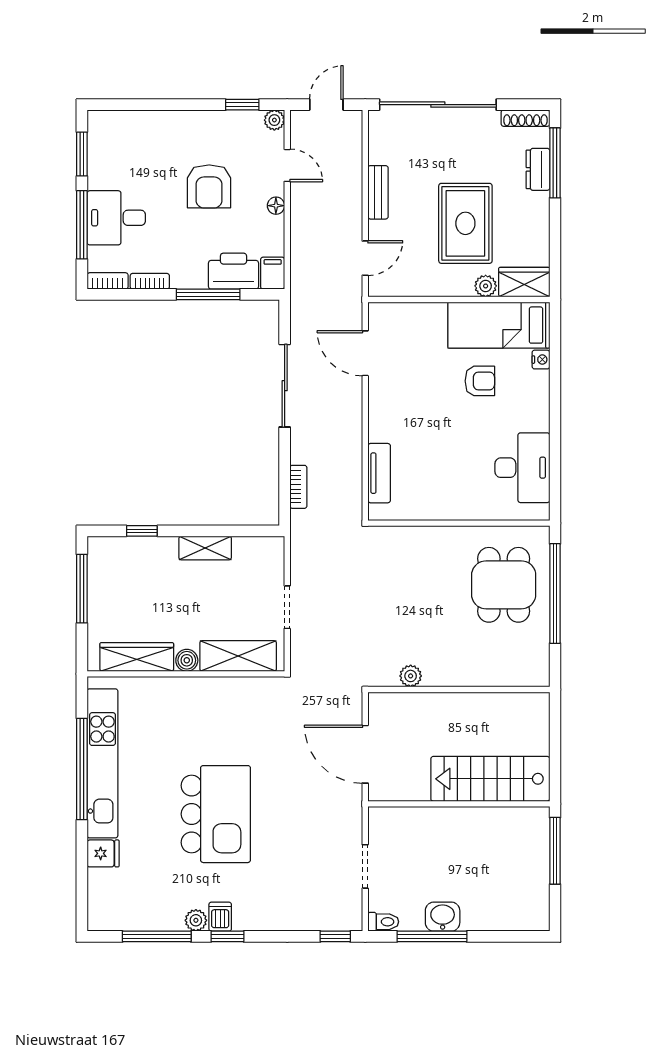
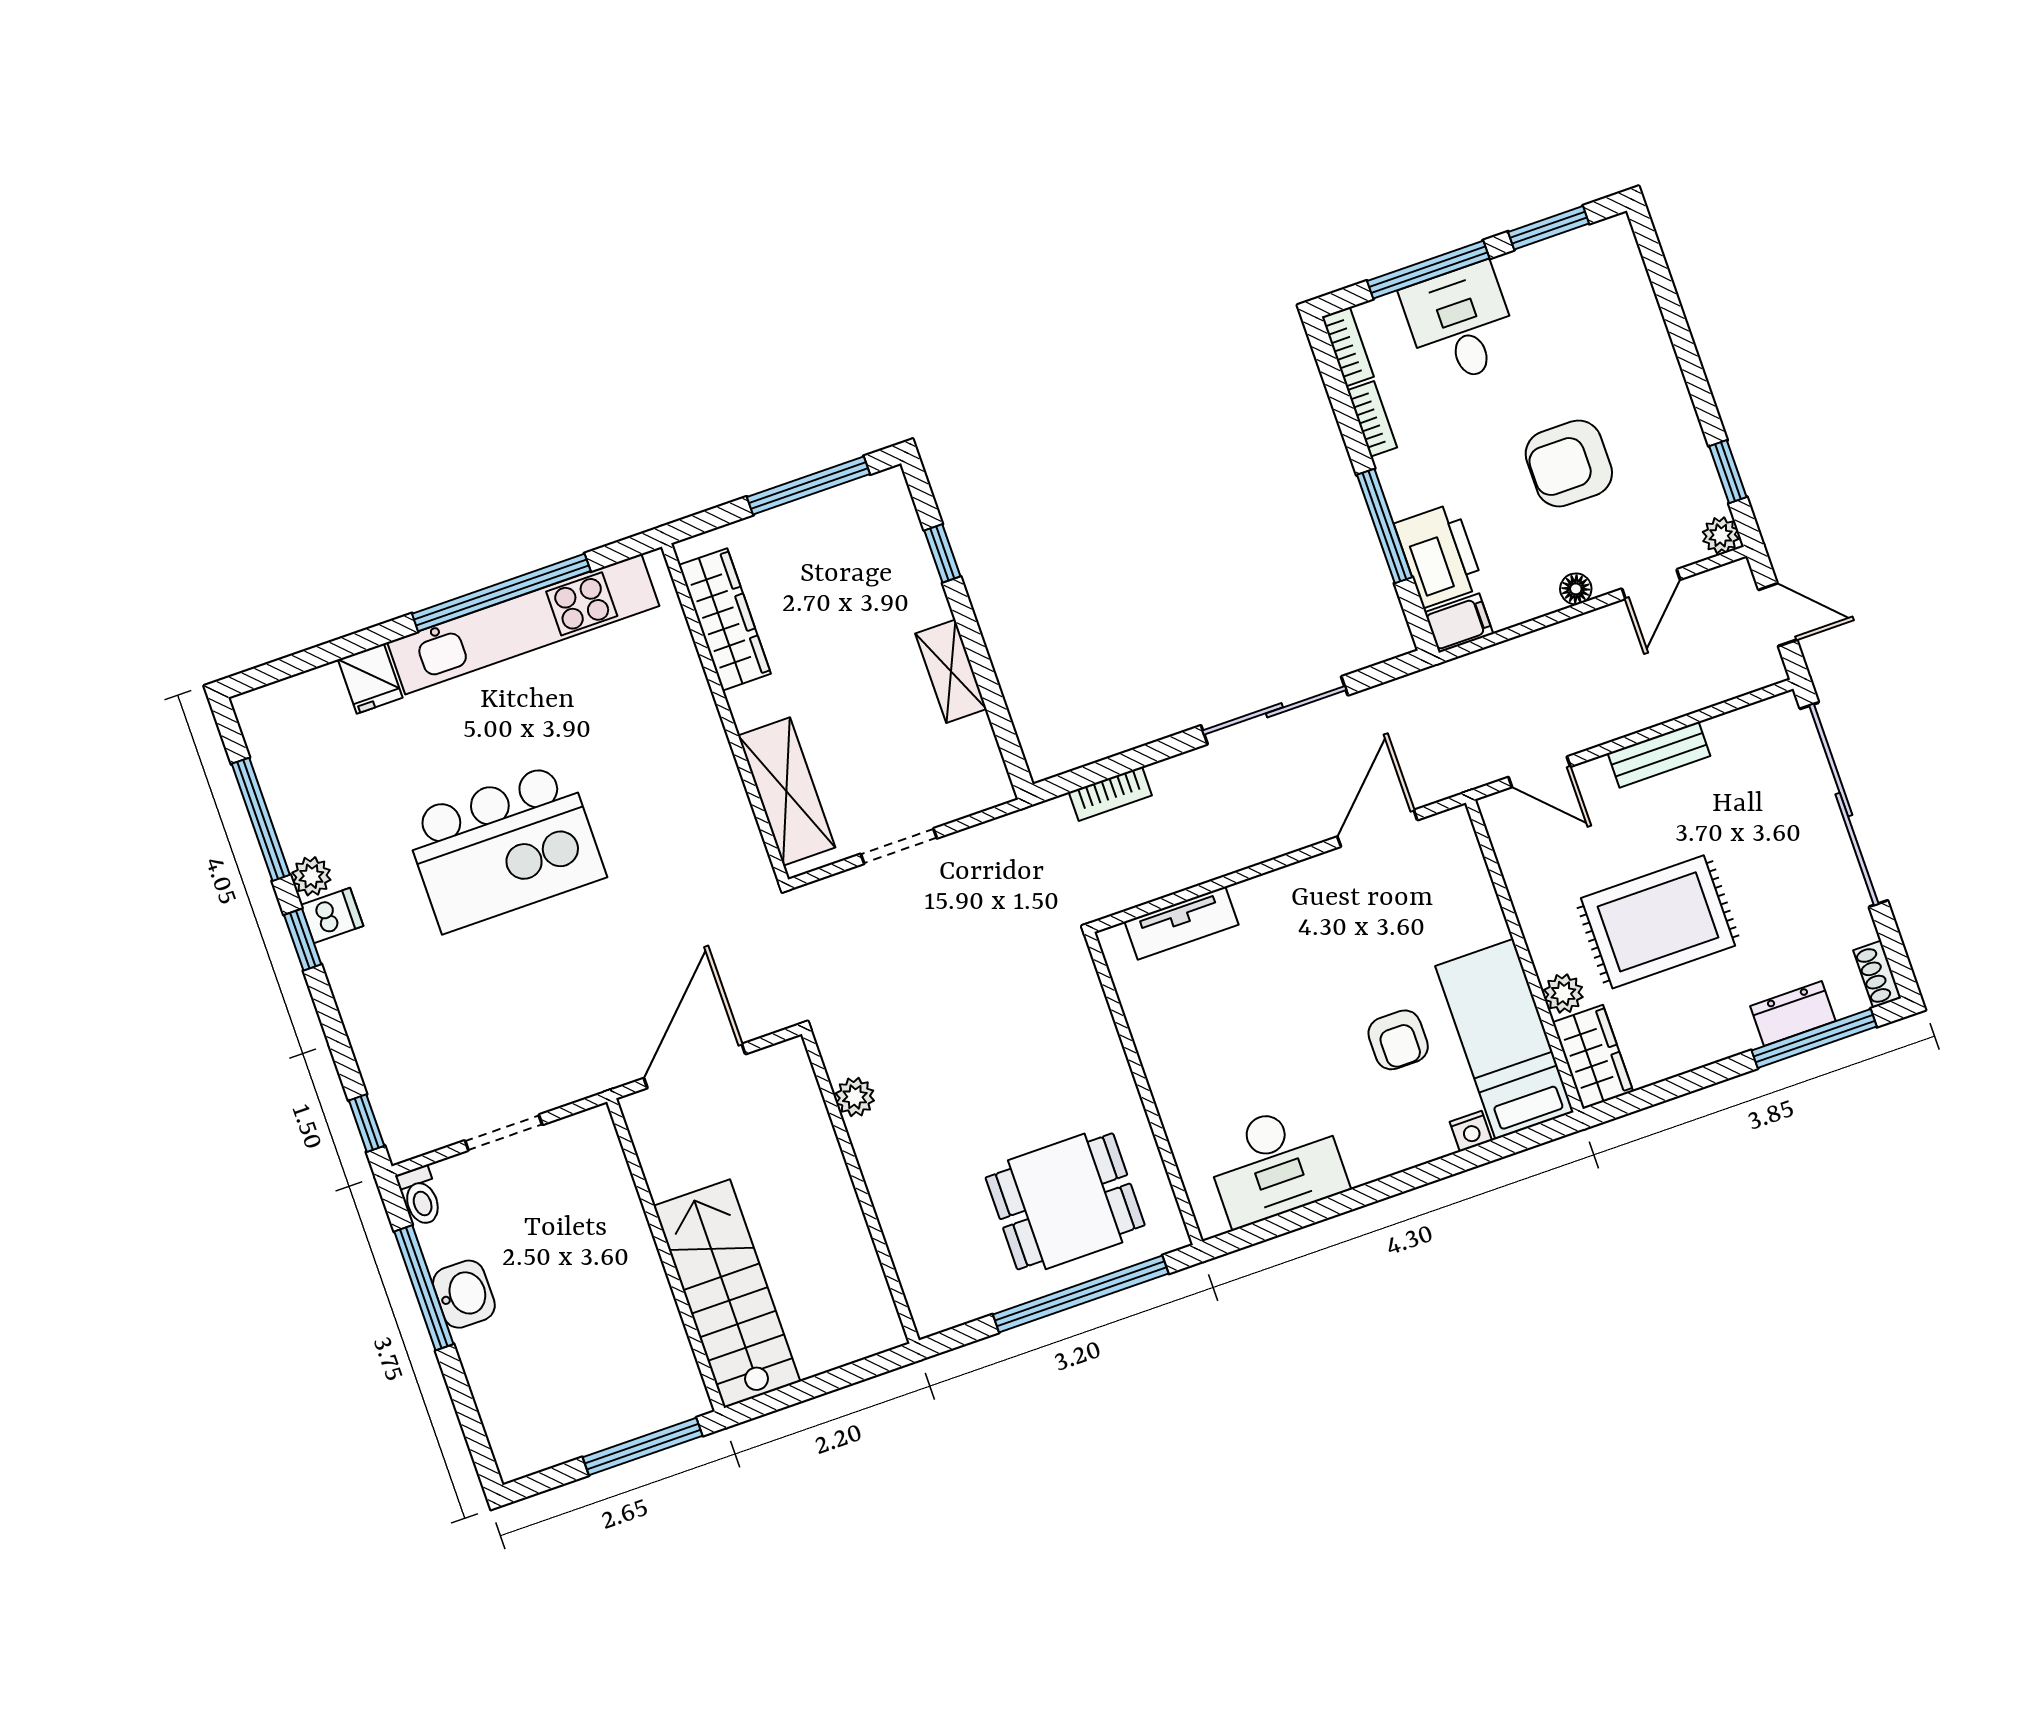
shoe rack: (525, 118) -> (1877, 974), width x0.70
boiler: (187, 660) -> (749, 707), removed

